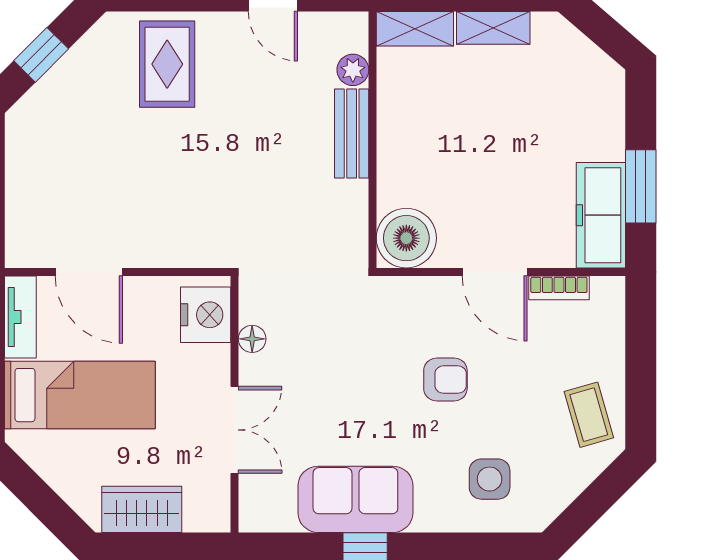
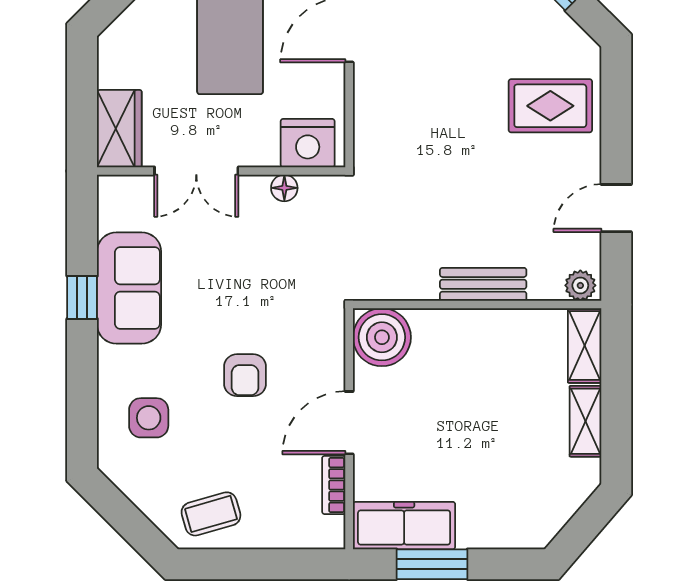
plant: (353, 70) -> (580, 285), moved
wardrobe: (142, 509) -> (119, 129), moved

